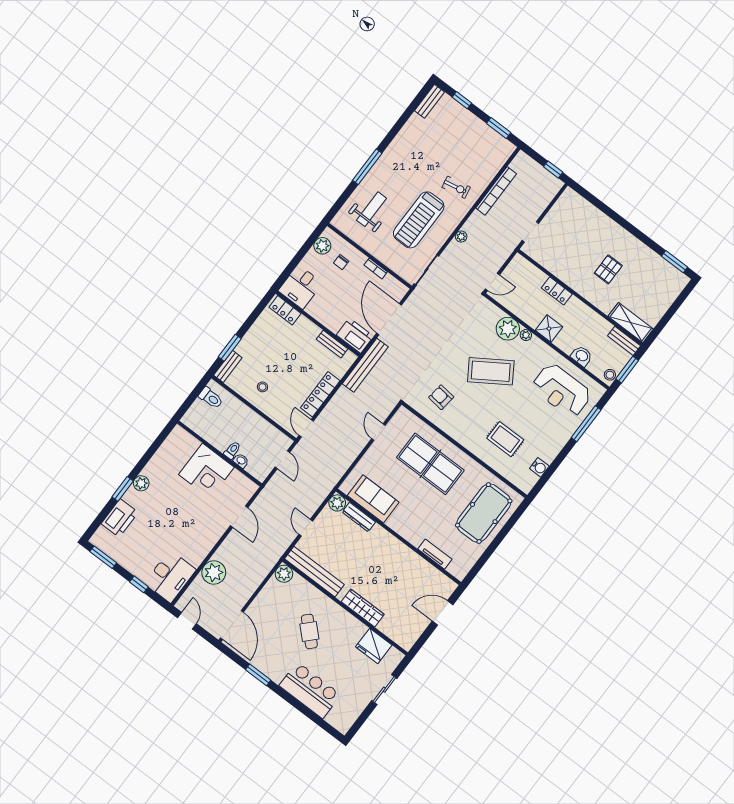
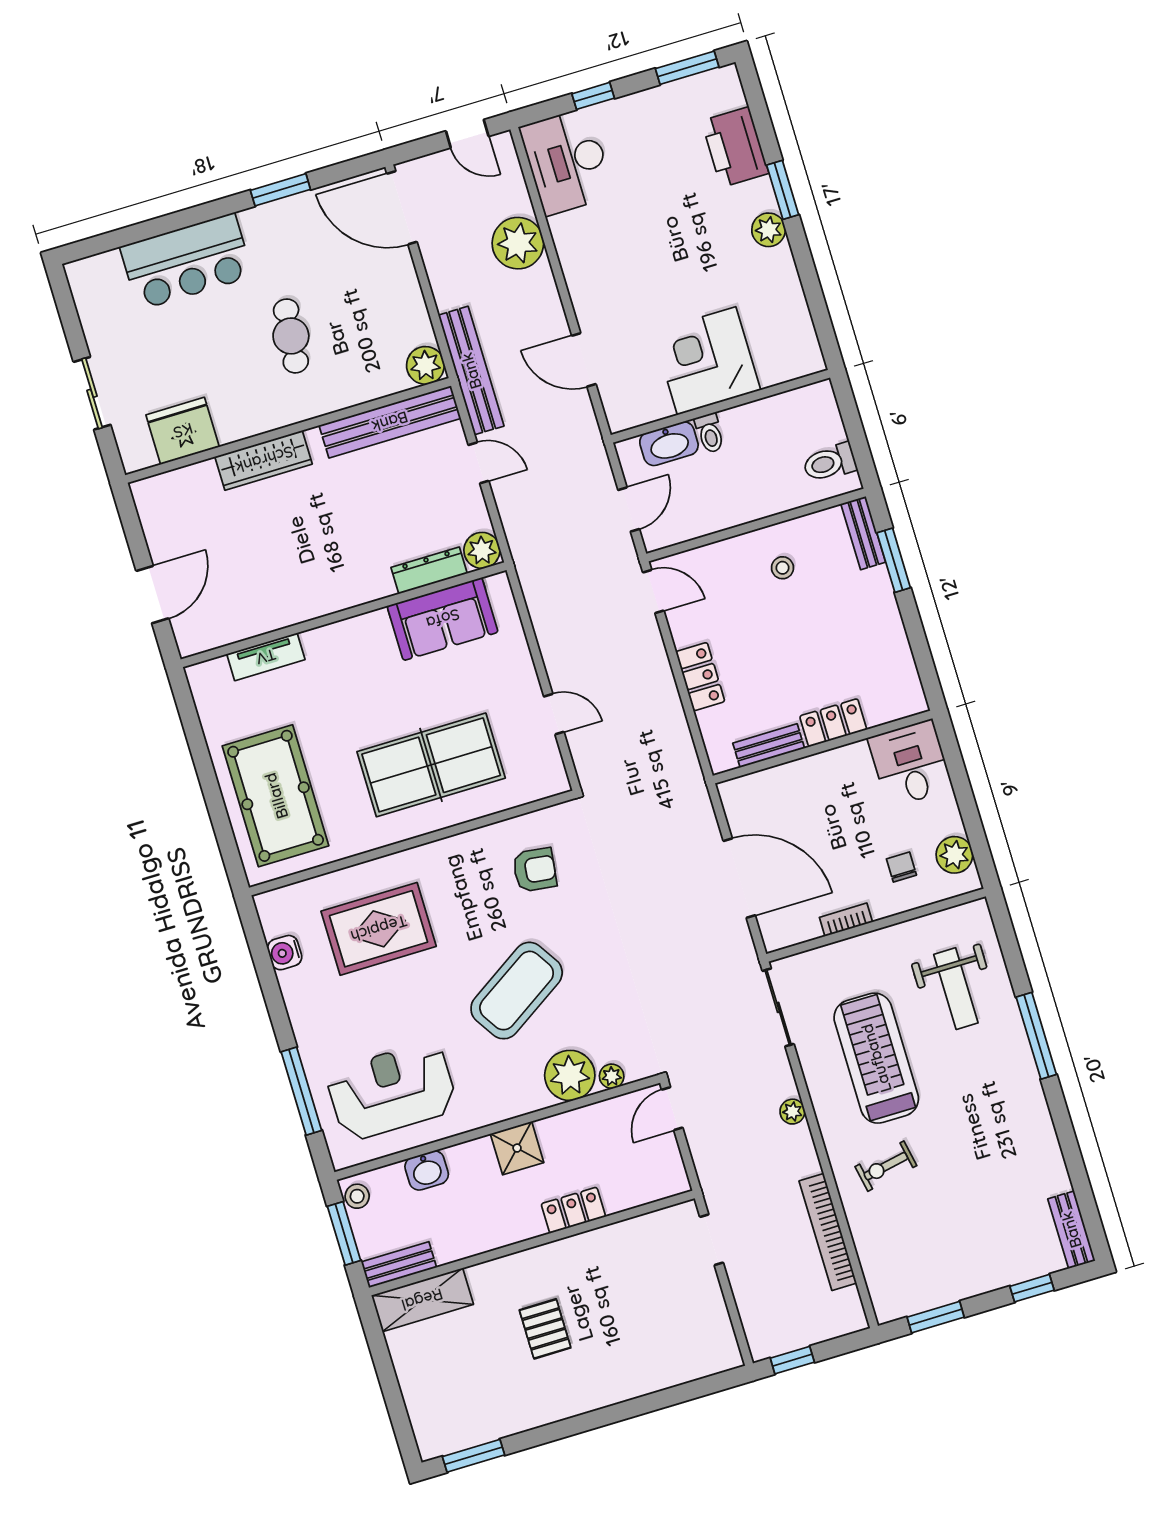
locker: (285, 310) -> (833, 723), moved
plant: (526, 335) -> (612, 1076), moved
printer: (355, 336) -> (754, 797), removed
bench: (365, 365) -> (471, 371), moved
locker: (320, 394) -> (700, 677), width x0.66
rug: (505, 439) -> (379, 929), width x1.36, depth x1.43
door: (282, 460) -> (629, 509), swing flipped
washbasin: (241, 461) -> (669, 444), width x1.91, depth x1.45
cafe table: (309, 631) -> (291, 336), turned 52

